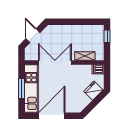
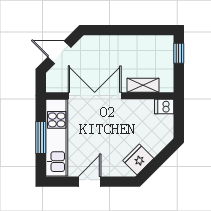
door: (33, 36) -> (59, 52), hinge flipped
fridge: (93, 91) -> (138, 159), moved
door: (52, 116) -> (90, 182), width x0.53

